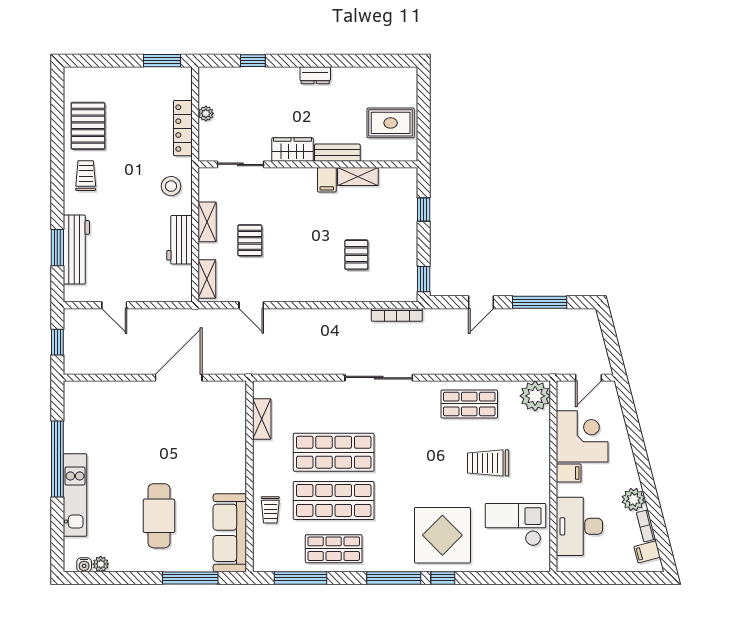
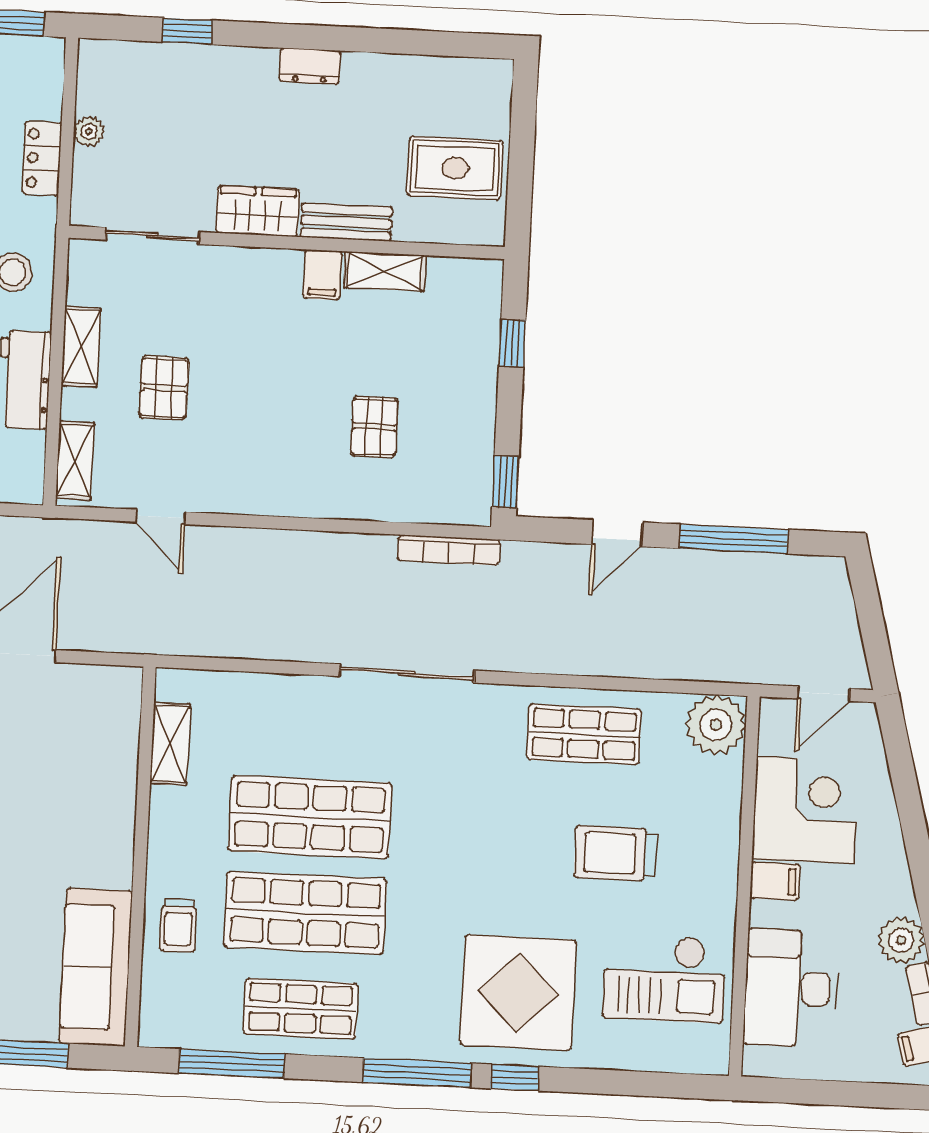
locker: (183, 128) -> (42, 158), width x0.66
checkout: (515, 525) -> (664, 978), turned 180

